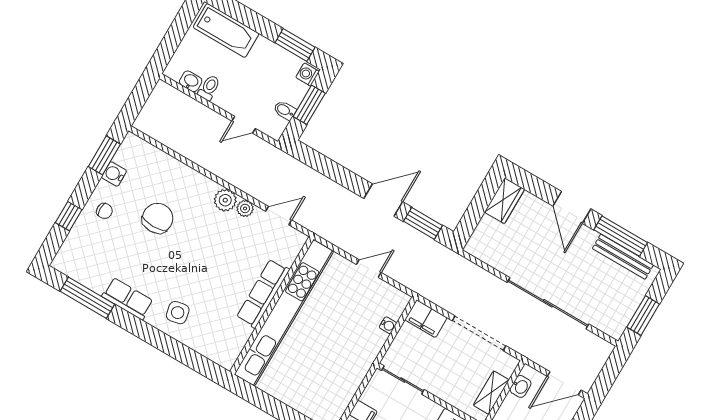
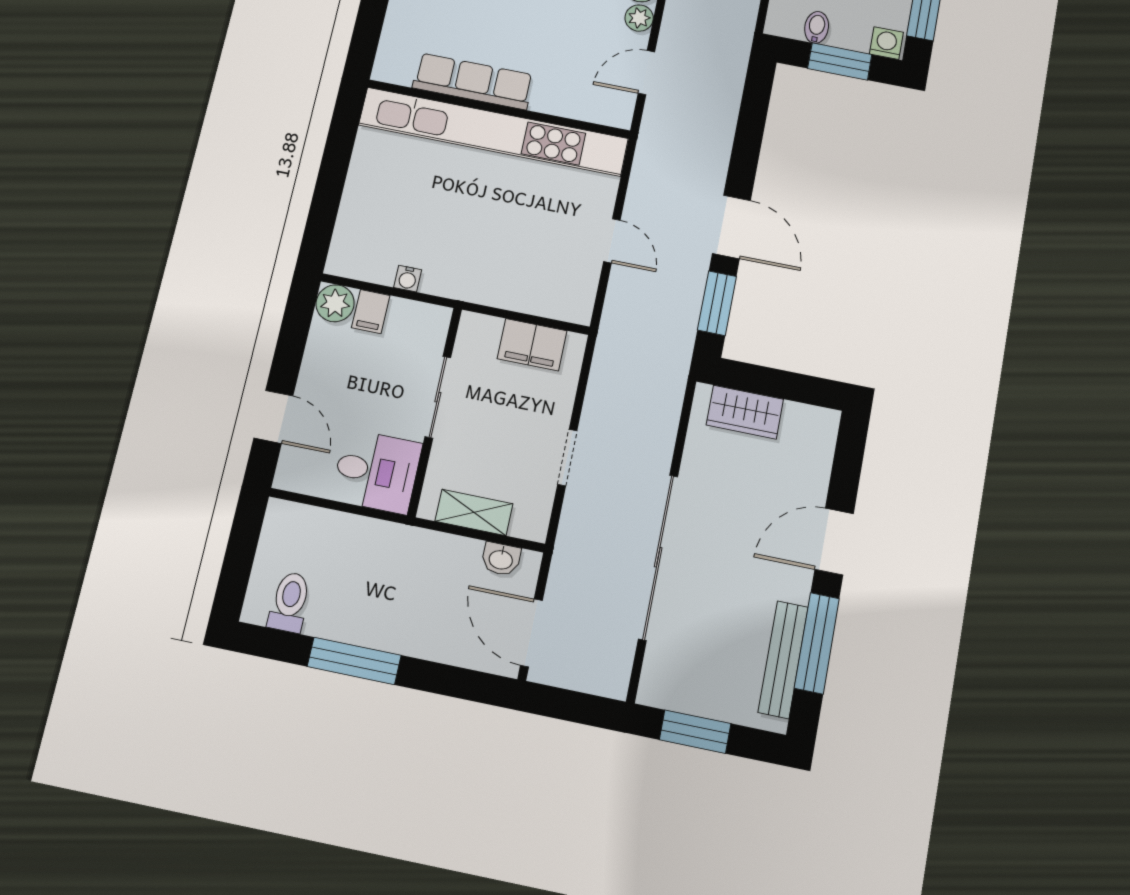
wardrobe: (504, 201) -> (745, 412), moved
door: (279, 216) -> (646, 73), swing flipped
row of seats: (263, 293) -> (473, 81), moved
filing cabinet: (426, 319) -> (532, 345), moved, turned -90
water cooler: (388, 325) -> (408, 279), moved
doorway: (479, 333) -> (567, 458), width x0.53
sliding door: (403, 380) -> (438, 397), moved

